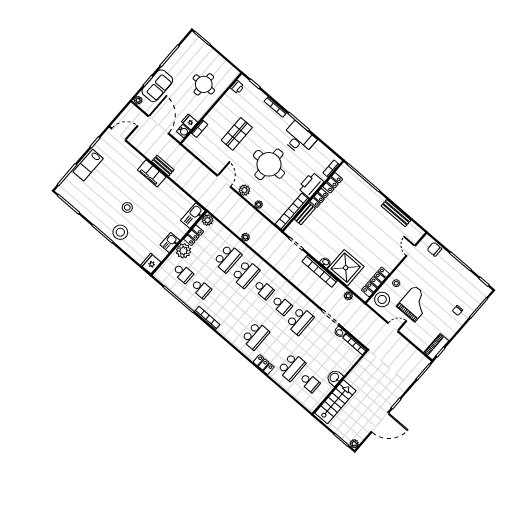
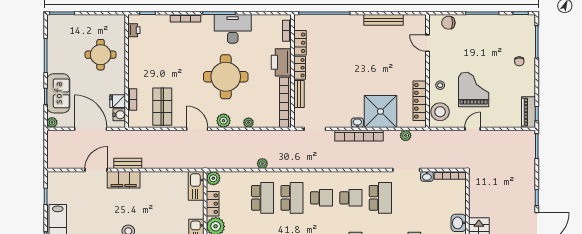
door: (119, 134) -> (96, 170), moved
shop shelf: (237, 134) -> (162, 107), moved

